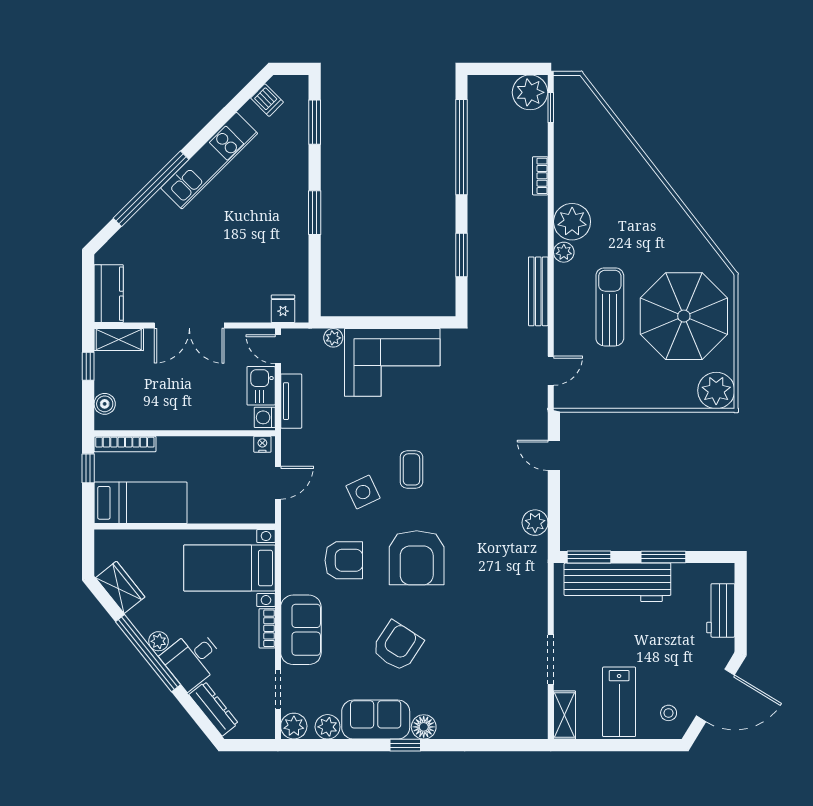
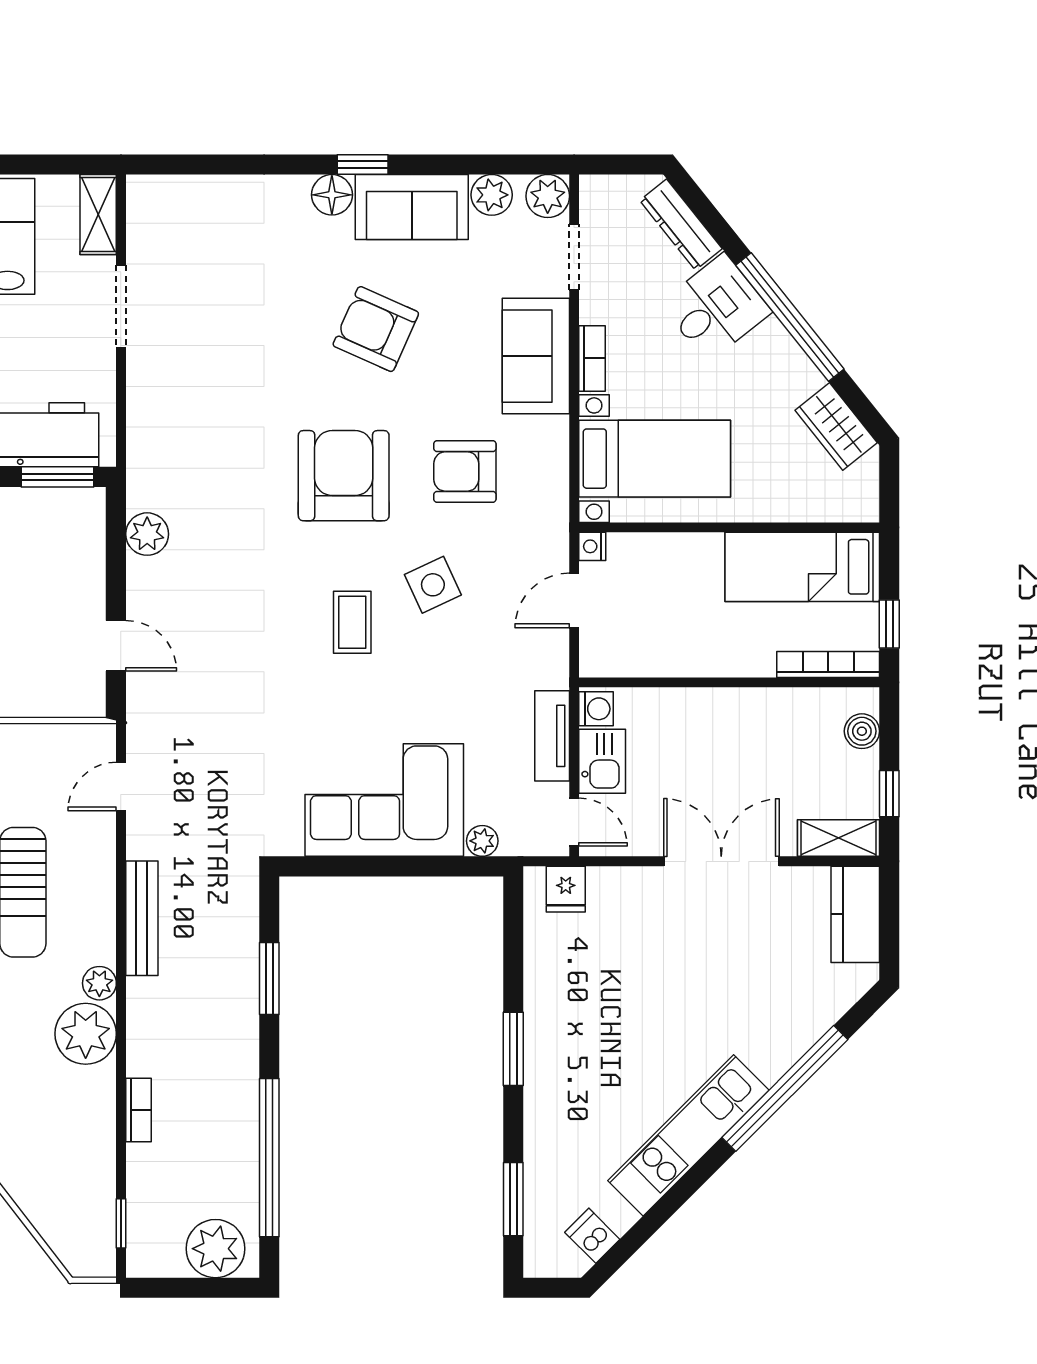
plant: (530, 92) -> (215, 1249), moved
nightstand: (262, 444) -> (592, 546), moved, turned 90
plant: (159, 641) -> (772, 337), removed
armchair: (397, 646) -> (376, 329), turned 81

